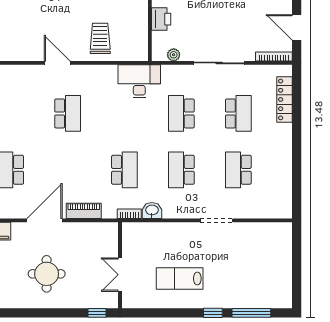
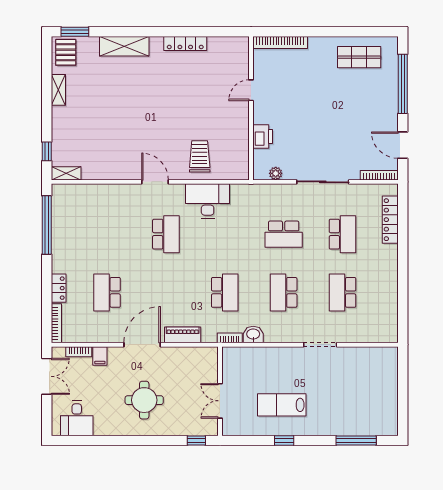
desk: (139, 81) -> (208, 201), moved
school desk: (181, 113) -> (284, 234), turned -90
window: (213, 313) -> (284, 441), moved

